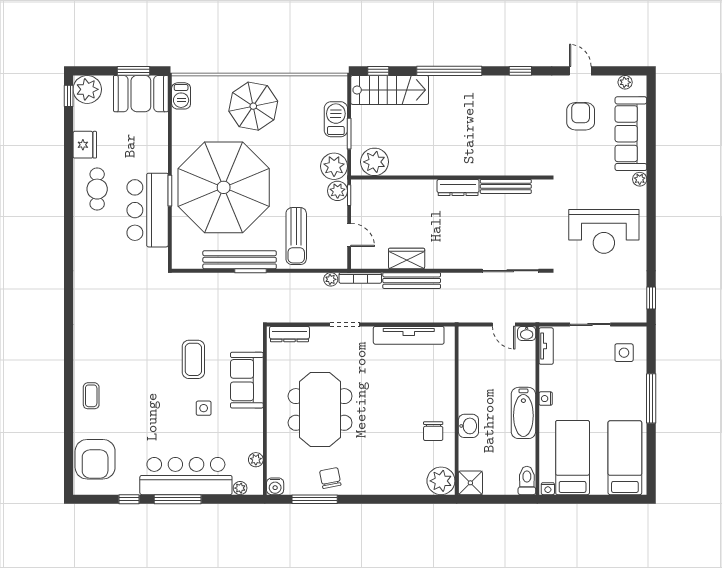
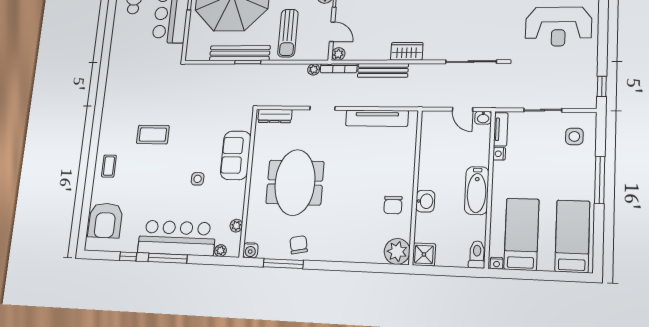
wardrobe: (407, 259) -> (407, 51), moved
plant: (359, 261) -> (338, 54), added
coffee table: (193, 359) -> (153, 135), moved, turned 90
nightstand: (546, 399) -> (499, 154), moved

